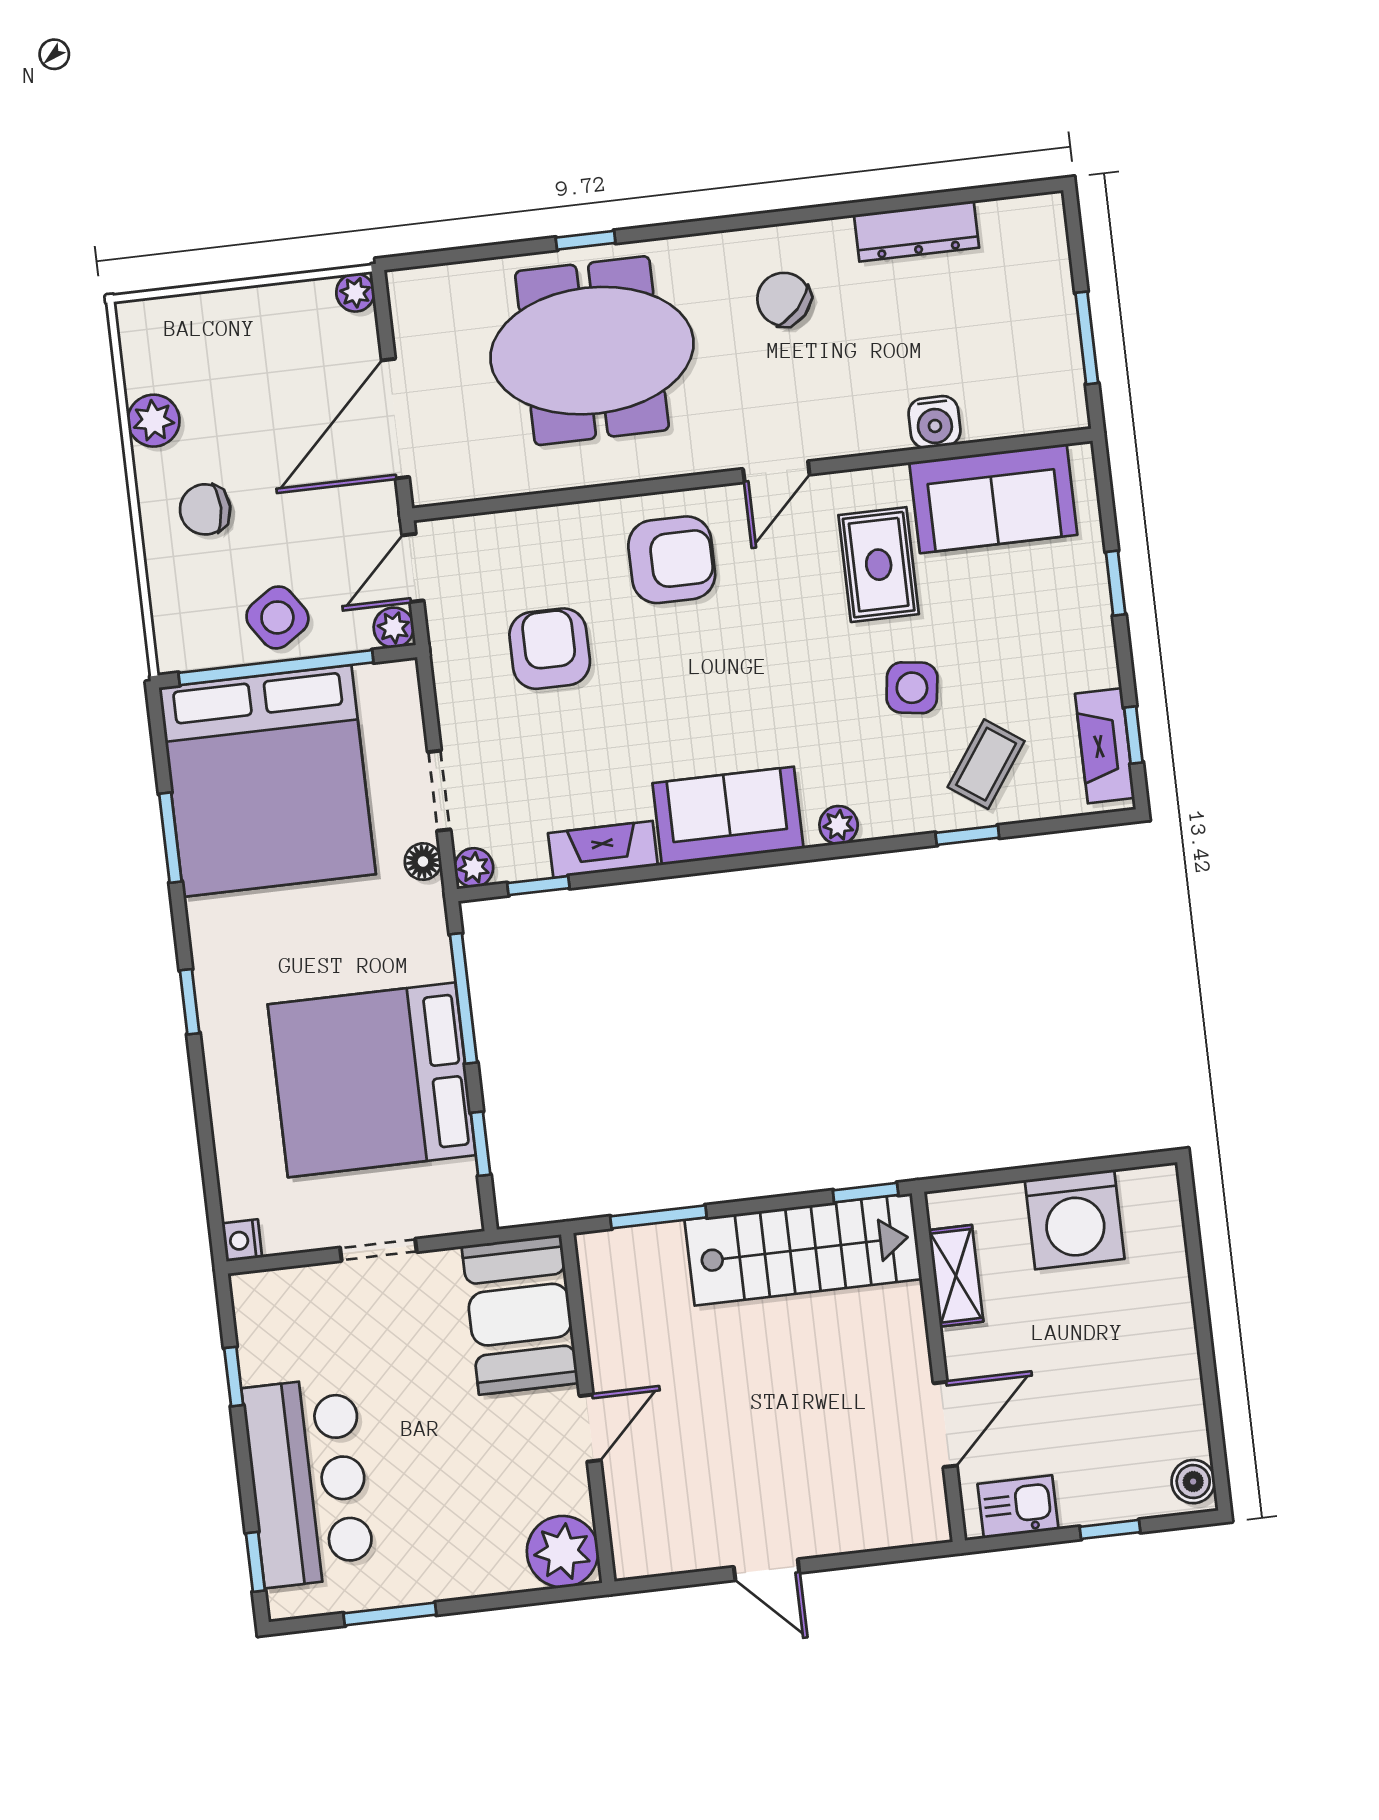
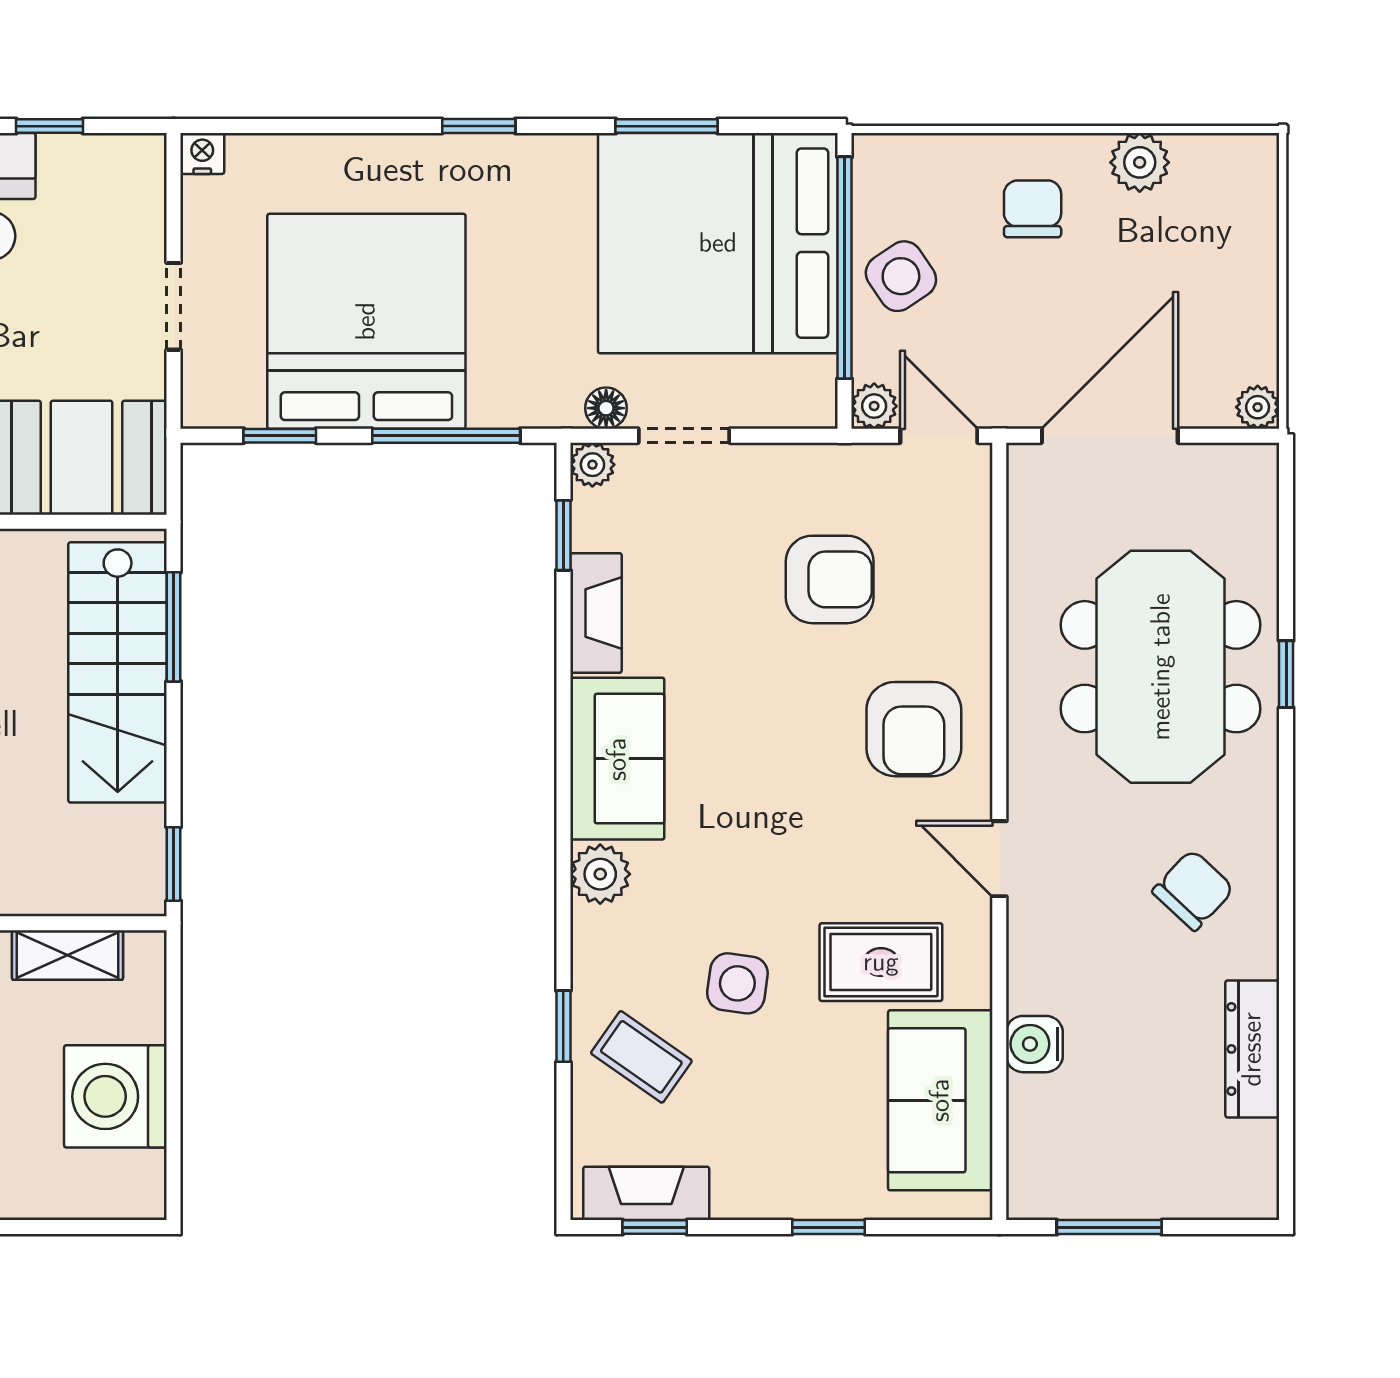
door: (395, 419) -> (1110, 436), hinge flipped
plant: (839, 825) -> (600, 874), width x1.38, depth x1.38
stairs: (803, 1249) -> (118, 672), moved

